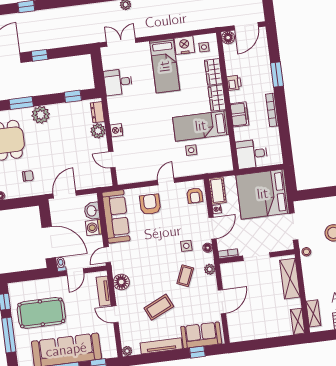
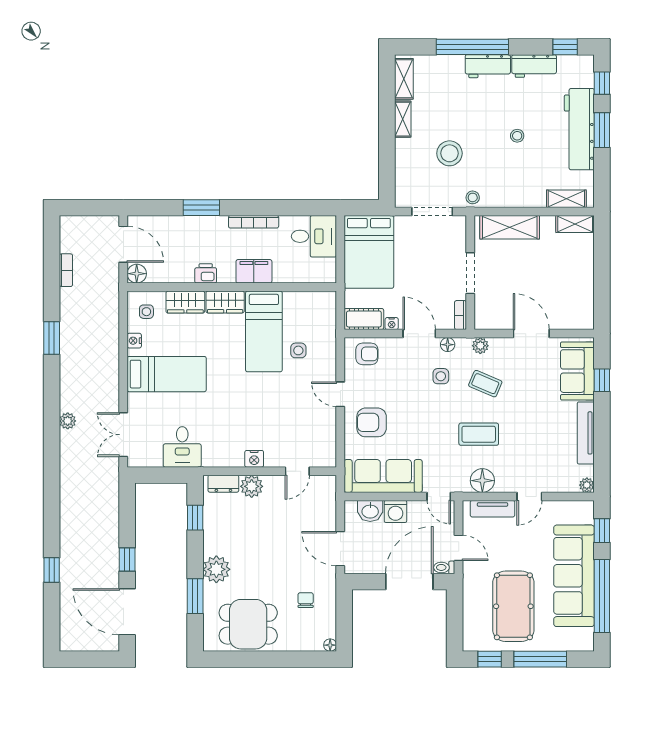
nightstand: (184, 45) -> (134, 341), width x0.53, depth x0.56
desk: (252, 154) -> (314, 236), moved, turned -90
bed: (263, 194) -> (369, 252), width x0.73
coffee table: (159, 307) -> (479, 434), moved, turned -65

